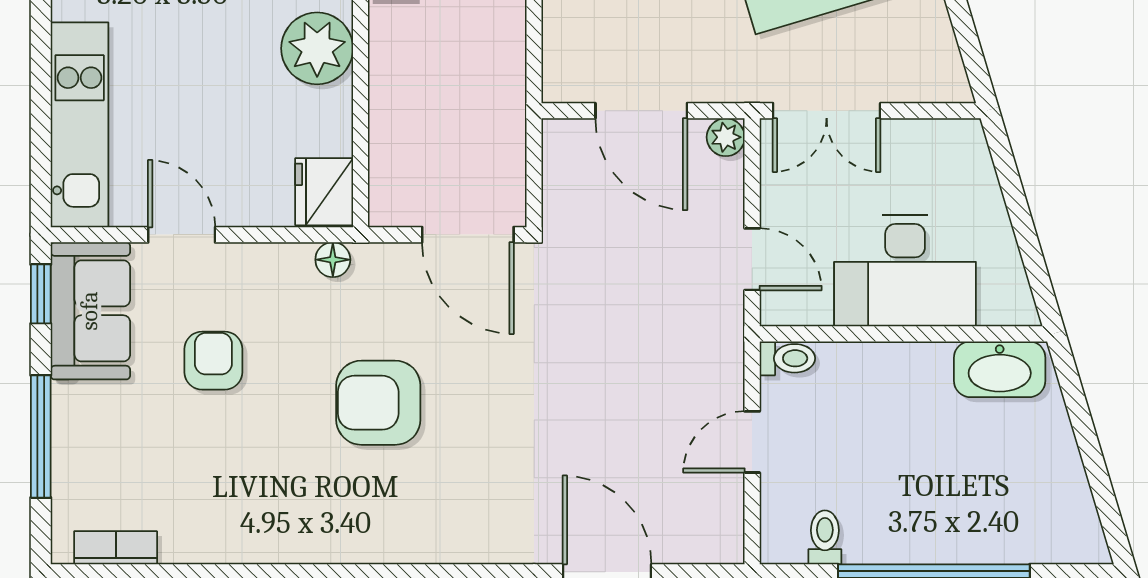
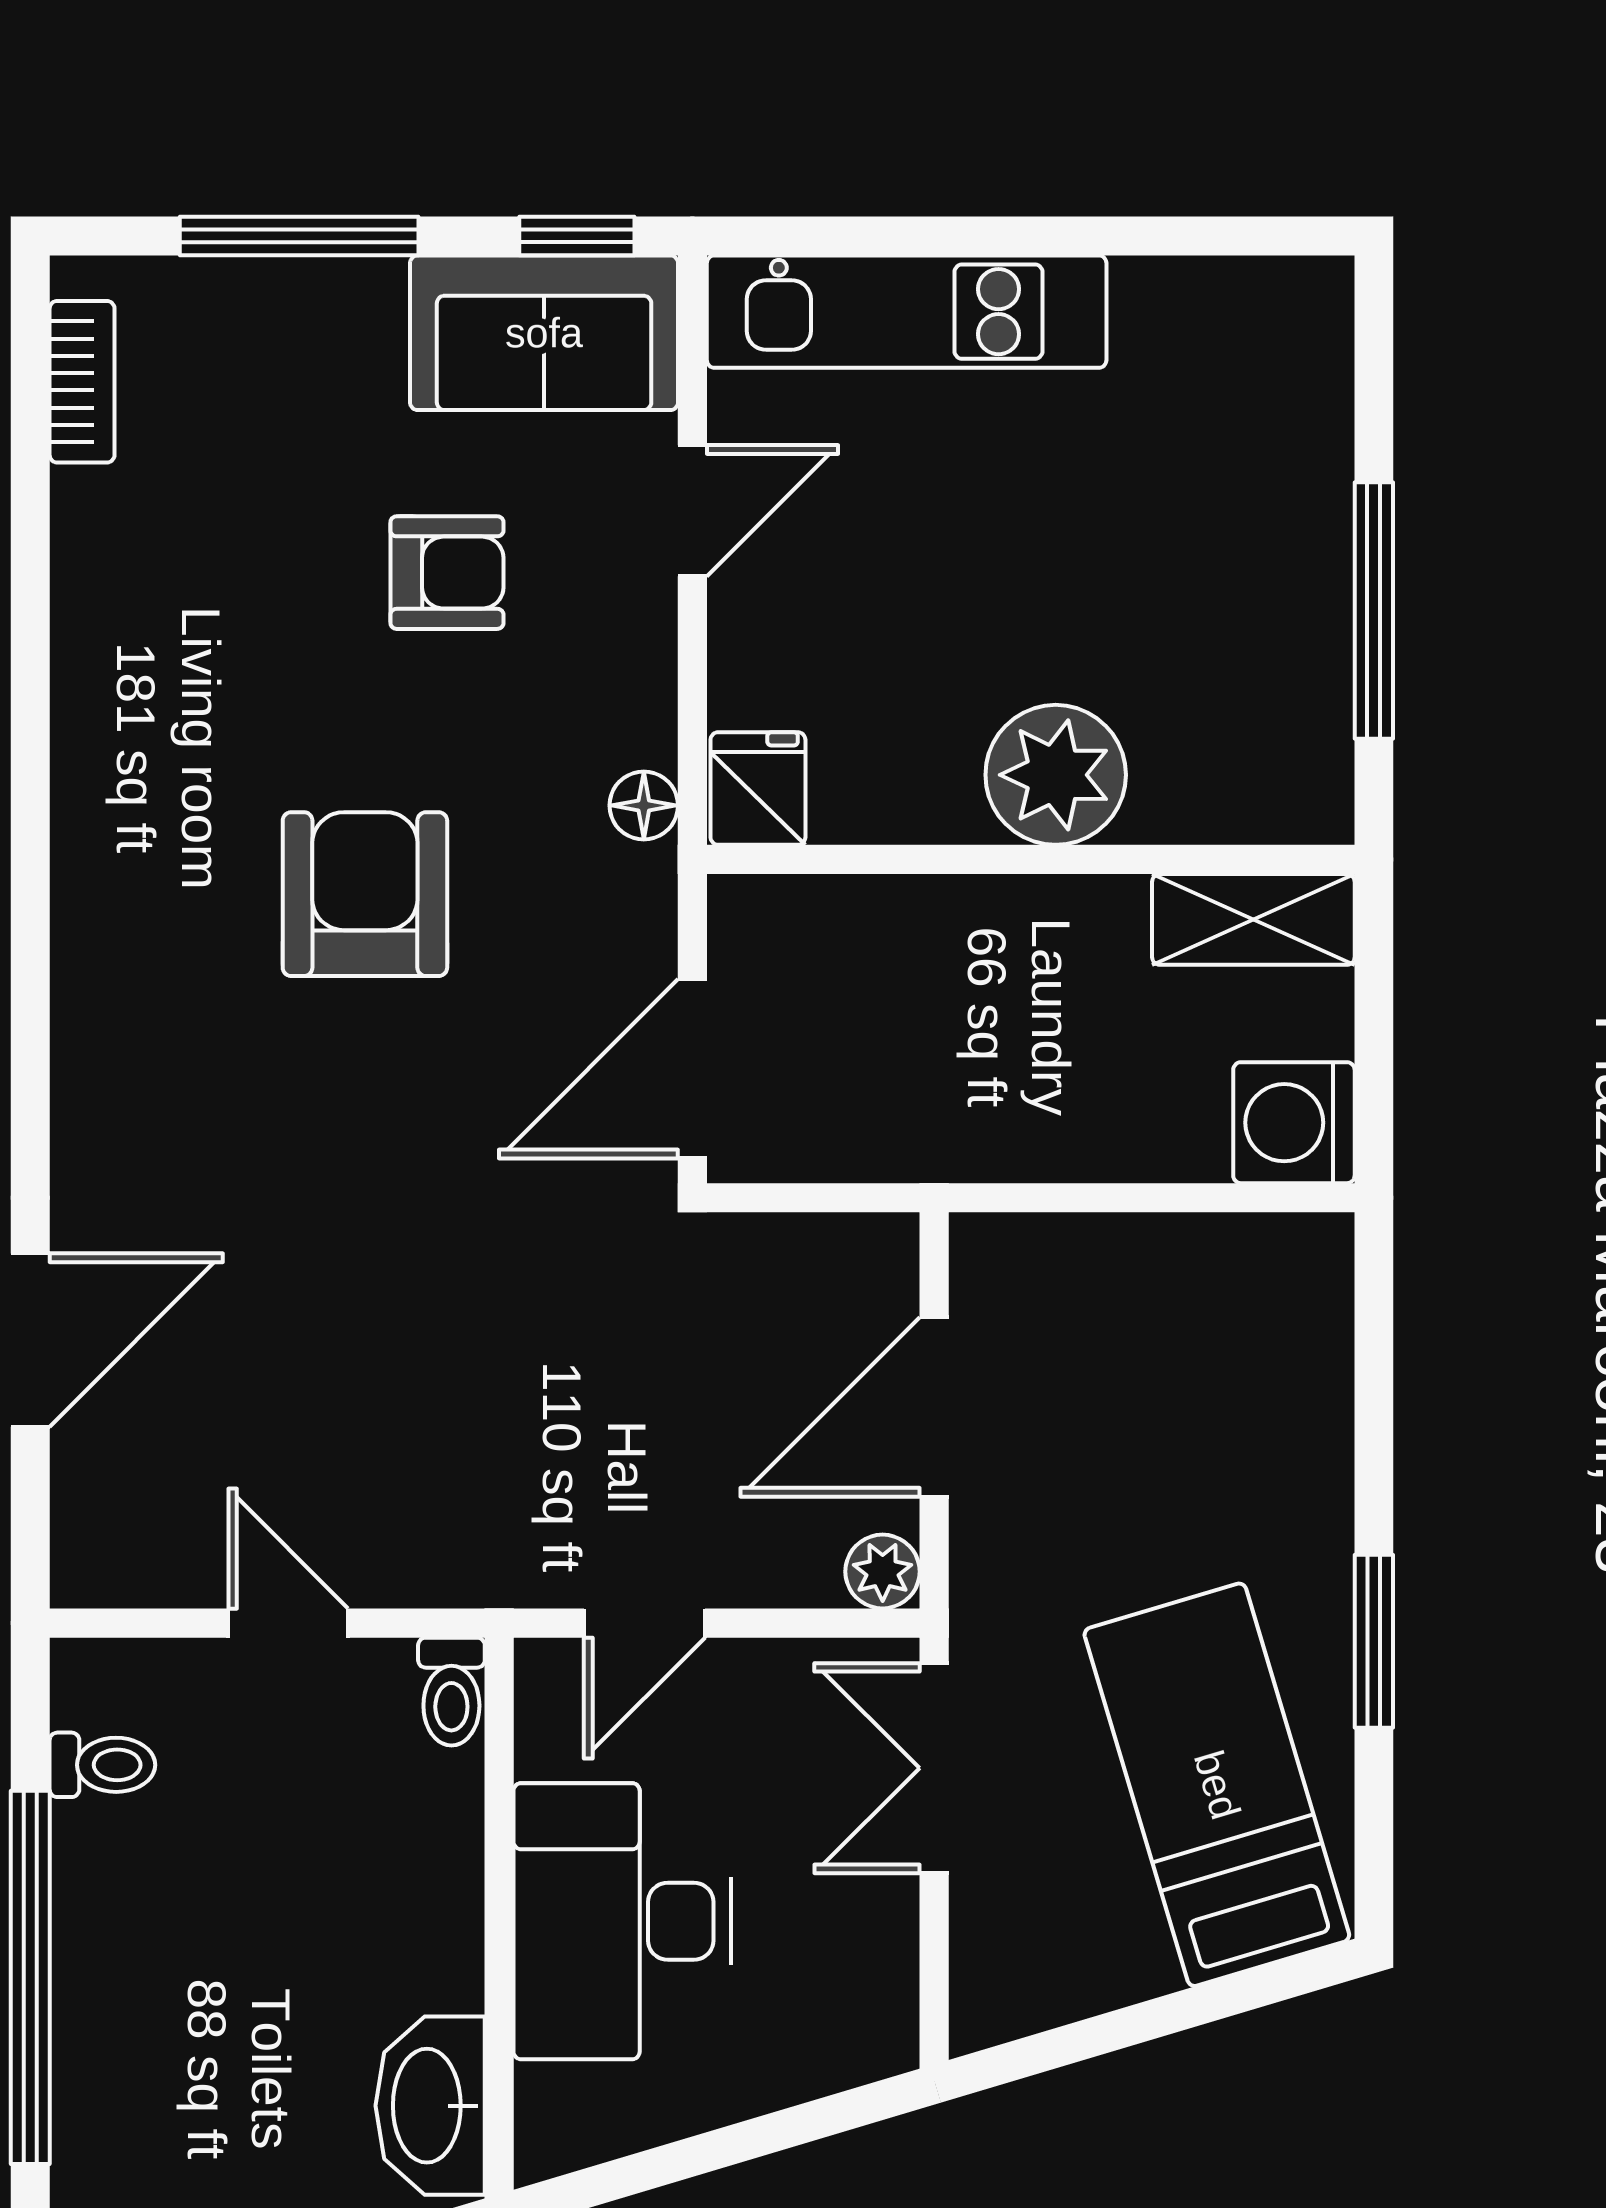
fridge: (324, 192) -> (758, 789), width x0.72

